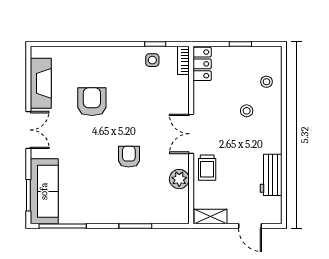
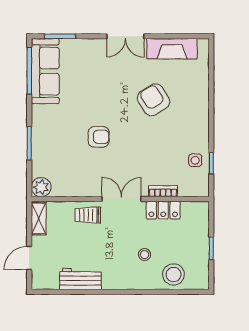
bookcase: (183, 60) -> (163, 191), moved
locker: (202, 64) -> (163, 210), moved
stool: (266, 82) -> (174, 274), width x1.89, depth x1.89
armchair: (92, 102) -> (154, 100), turned -122
plant: (179, 179) -> (41, 187), moved
sofa: (44, 191) -> (45, 71), moved, turned -90

